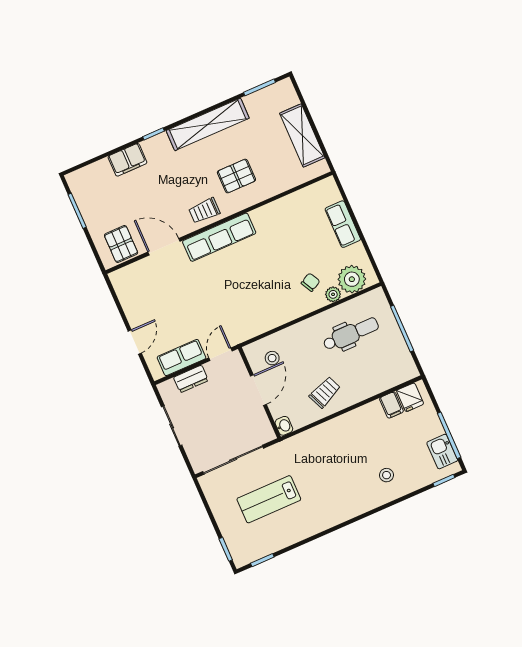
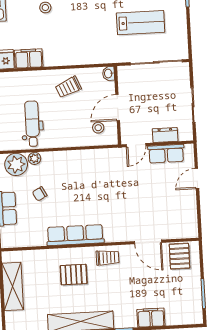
row of seats: (219, 237) -> (75, 235), moved
chair: (310, 282) -> (40, 194), moved
dental chair: (351, 334) -> (32, 124), turned 90
filing cabinet: (391, 405) -> (29, 58), width x2.00

